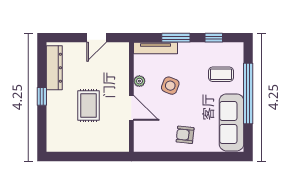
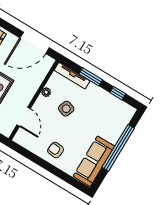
door: (97, 38) -> (35, 43), width x1.87
coffee table: (221, 74) -> (107, 122), removed
door: (131, 108) -> (24, 117), moved

